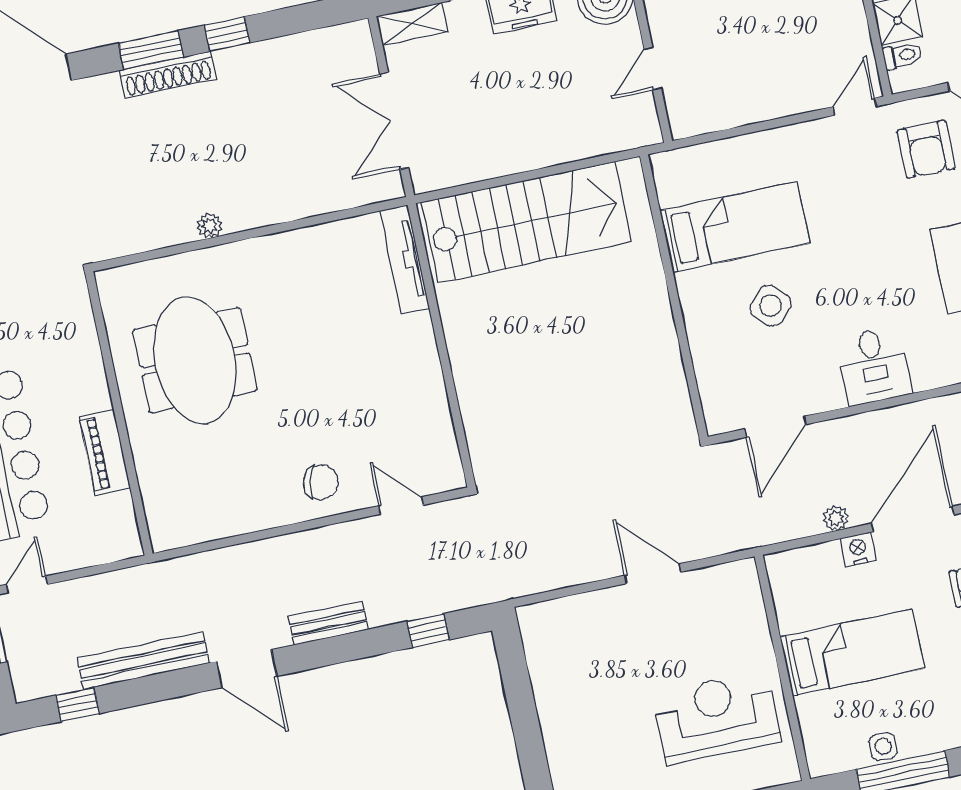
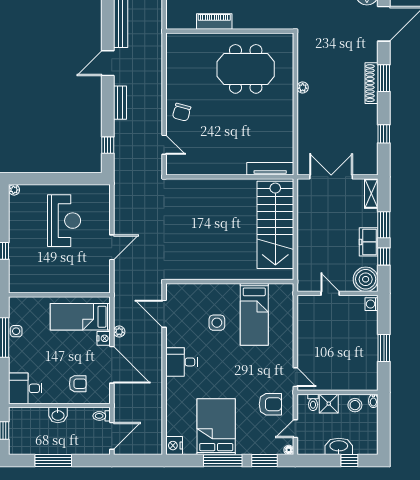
window: (227, 34) -> (384, 134), moved
armchair: (926, 149) -> (270, 404), turned 180
side table: (770, 306) -> (217, 323), turned 45
door: (401, 506) -> (164, 145), hinge flipped
bed: (852, 653) -> (80, 317), moved, turned 90
reception desk: (717, 717) -> (64, 221), moved

